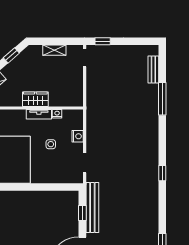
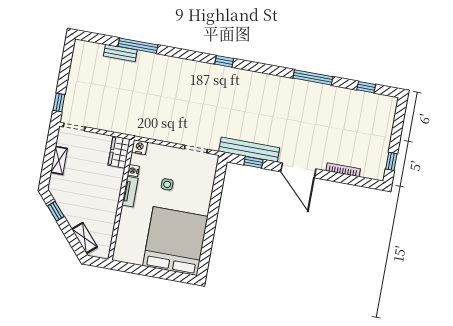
bench: (153, 69) -> (120, 53), moved
wardrobe: (35, 99) -> (119, 152), moved
nightstand: (78, 136) -> (139, 147), moved

